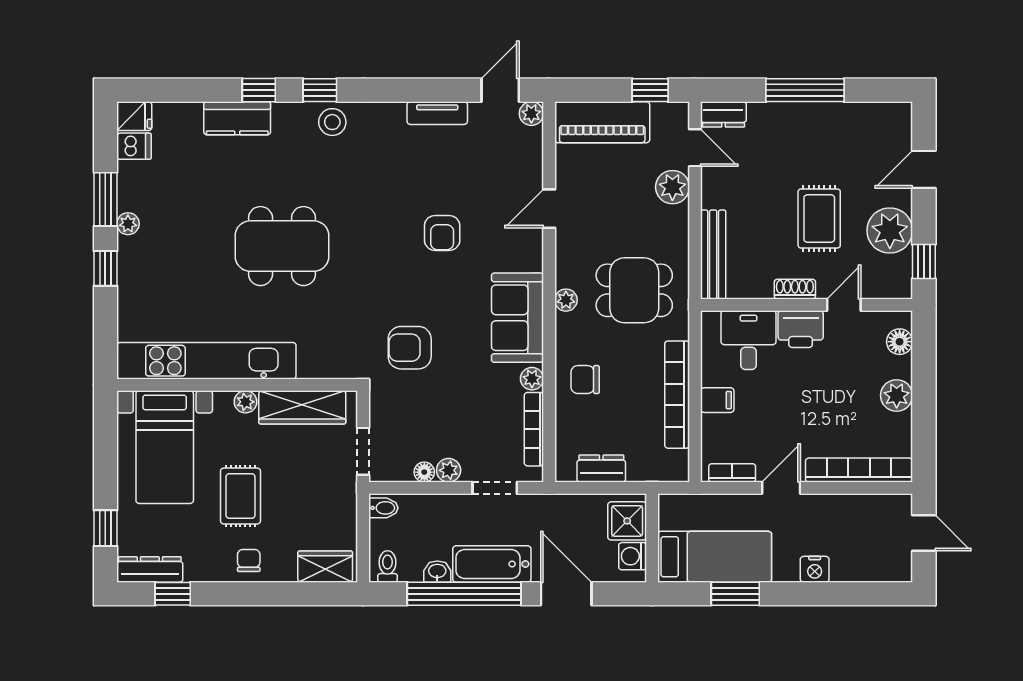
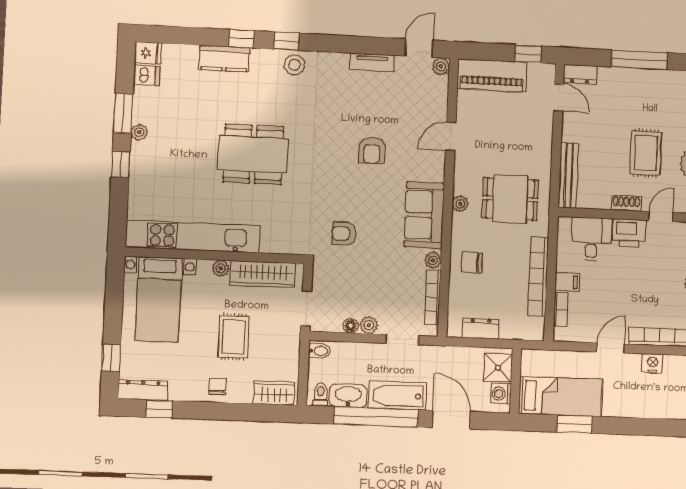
plant: (672, 187) -> (541, 125), removed
armchair: (410, 348) -> (344, 234), width x0.72, depth x0.72
bookcase: (732, 473) -> (561, 309), moved, turned 90
rug: (240, 496) -> (234, 337), moved
nightstand: (815, 569) -> (652, 363), moved, turned 180
washbasin: (437, 572) -> (348, 396), width x1.91, depth x1.45

